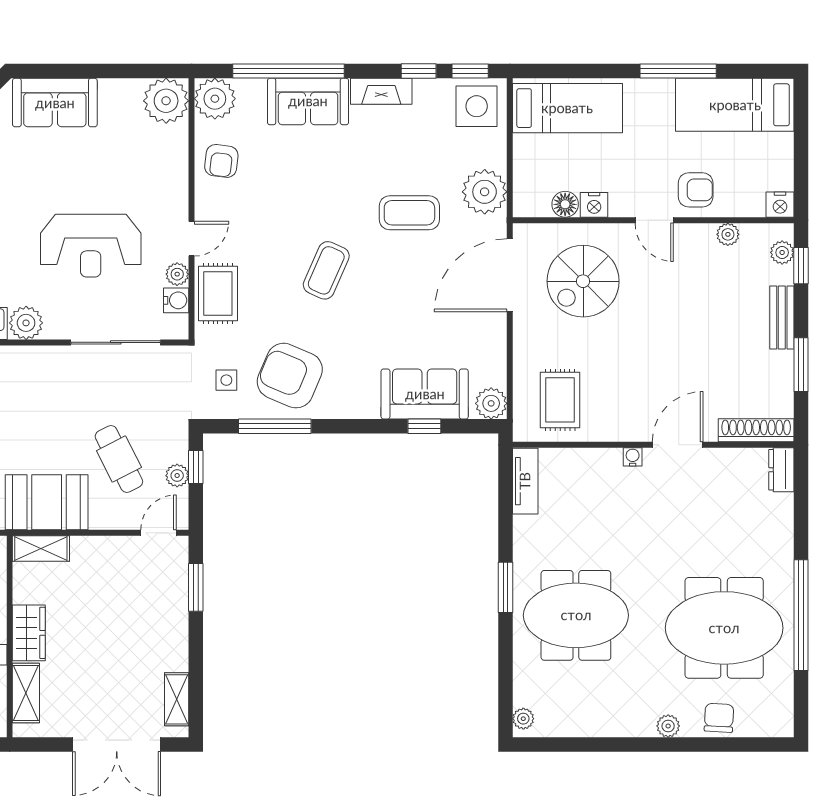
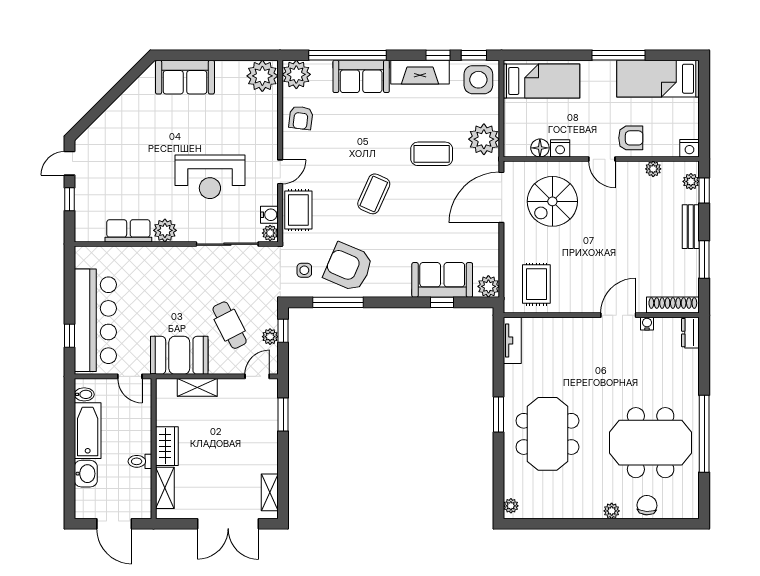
fireplace: (381, 91) -> (420, 72), width x1.37, depth x1.32
plant: (177, 274) -> (270, 233), moved
water cooler: (633, 457) -> (647, 324), moved
shelving: (41, 548) -> (197, 387), moved
meeting table: (576, 615) -> (547, 434), turned 90

